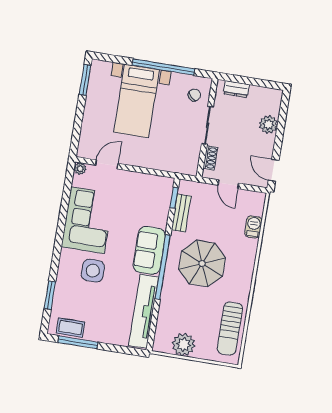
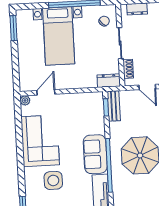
dresser: (184, 167) -> (109, 81), added
bench: (181, 213) -> (114, 106), moved

